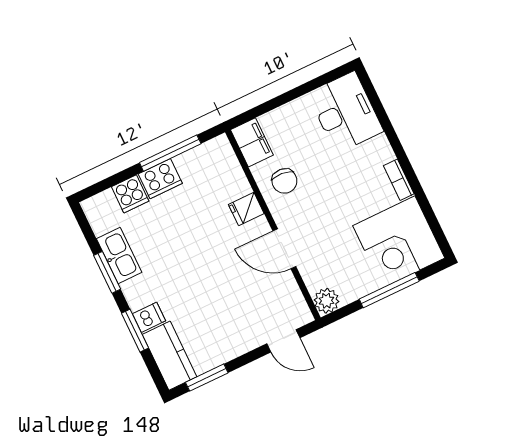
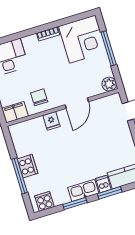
window: (170, 153) -> (19, 176), moved
chair: (284, 181) -> (39, 97), turned -95
cooker: (130, 194) -> (44, 201), moved, turned -90
kitchen sink: (119, 256) -> (83, 190), moved

